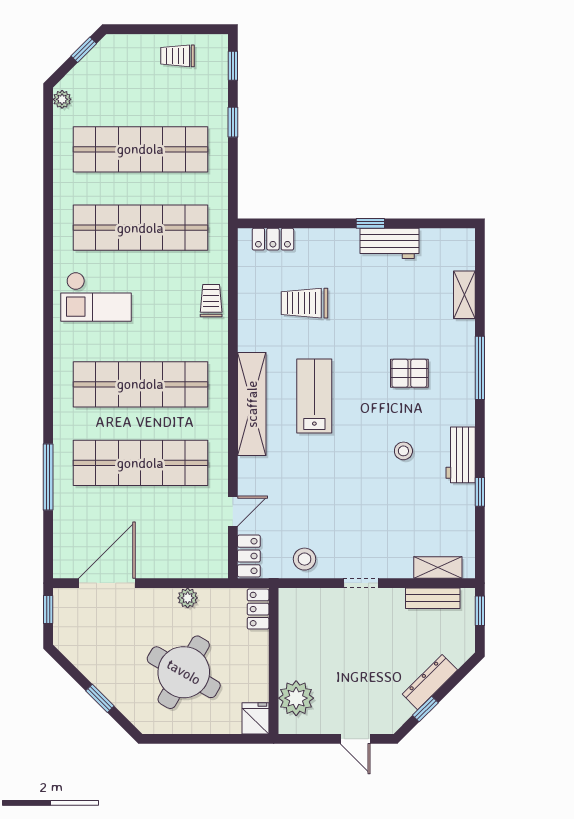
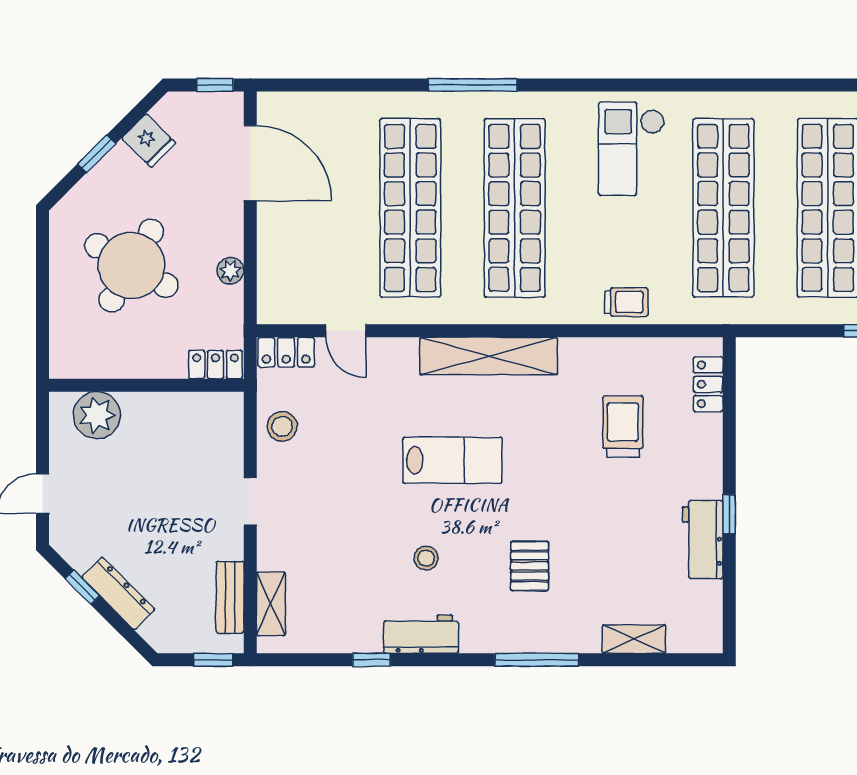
lab bench: (314, 396) -> (452, 460), moved
window: (48, 477) -> (473, 85), moved
fridge: (256, 718) -> (149, 141), moved, turned 45

